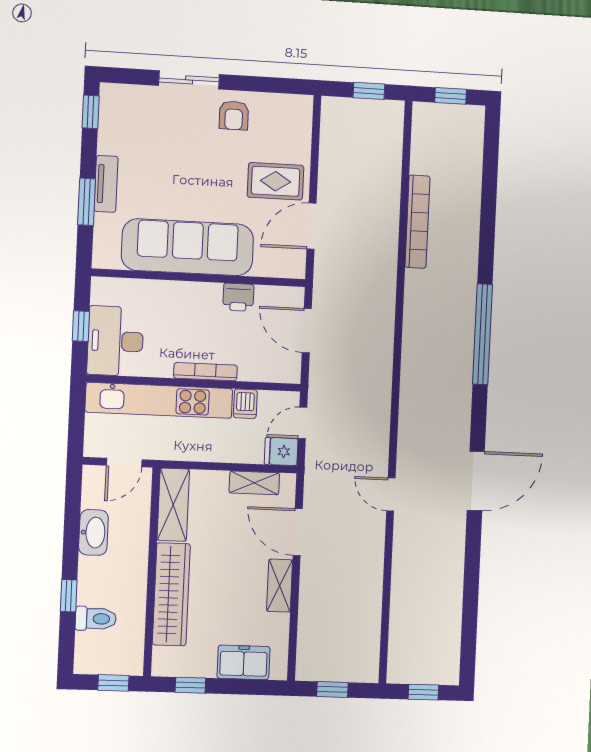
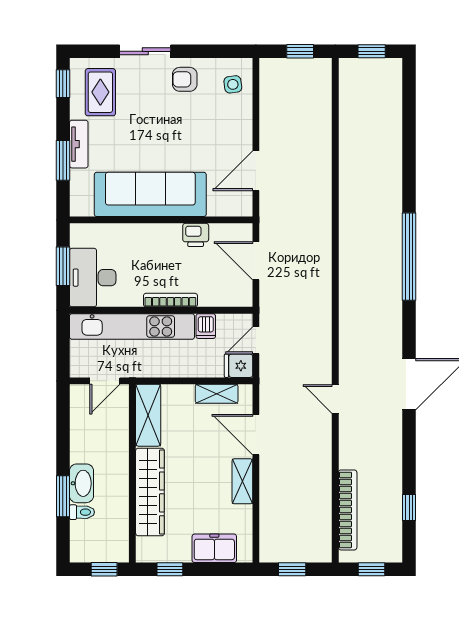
armchair: (234, 115) -> (185, 79), turned 90
side table: (289, 125) -> (233, 84), added
rug: (275, 181) -> (100, 92), moved, turned 90
bookcase: (417, 222) -> (348, 510), moved
window: (81, 326) -> (63, 266), width x1.50
washbasin: (93, 532) -> (81, 483), moved
window: (69, 596) -> (63, 496), width x1.50
toilet: (96, 619) -> (82, 512), width x0.73, depth x0.72
window: (469, 622) -> (409, 508), added

